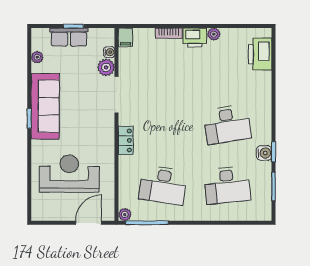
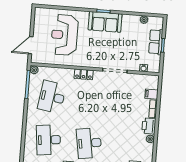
filing cabinet: (126, 37) -> (151, 94), moved
plant: (106, 67) -> (134, 65), removed
sofa: (45, 106) -> (105, 22), width x0.73
reception desk: (69, 174) -> (64, 35), turned 180
door: (89, 223) -> (31, 45), swing flipped

